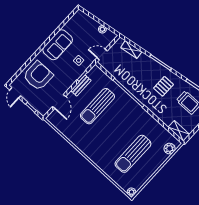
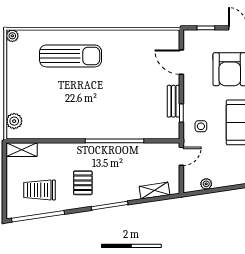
sun lounger: (97, 106) -> (135, 95), removed
sun lounger: (133, 154) -> (71, 56), moved, turned 90

